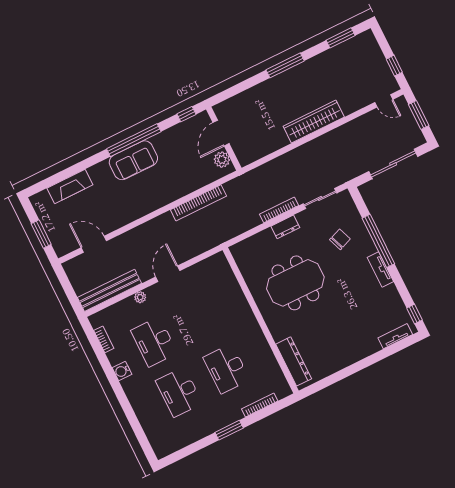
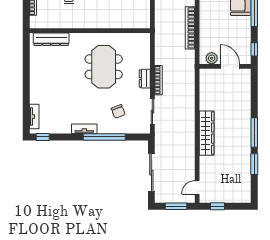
window: (341, 38) -> (254, 164), moved

